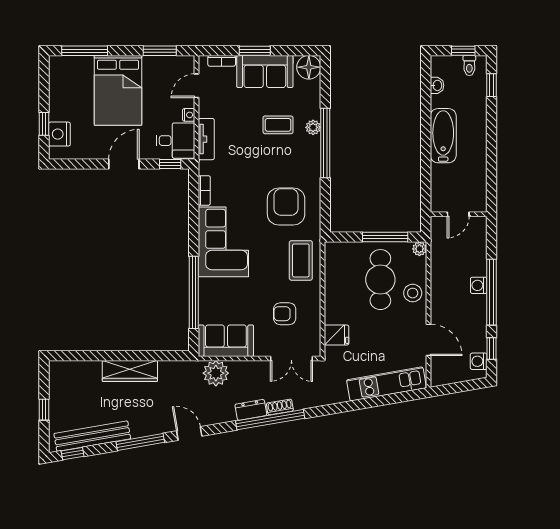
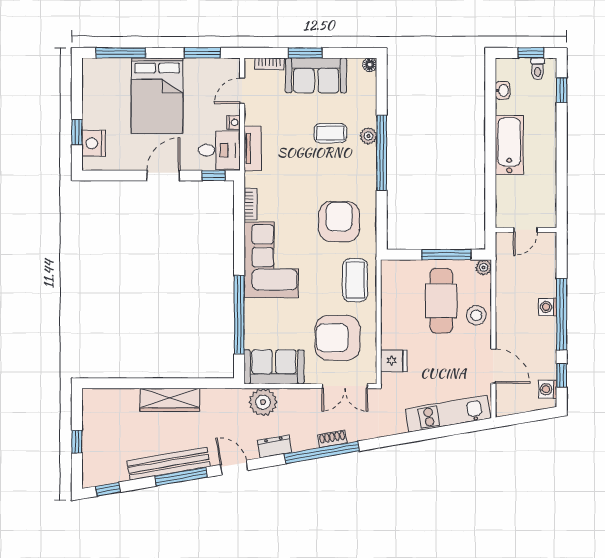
floor lamp: (309, 67) -> (370, 65), width x0.53, depth x0.53
armchair: (285, 314) -> (338, 338), width x1.88, depth x1.88
dresser: (251, 410) -> (275, 446), moved
bench: (92, 436) -> (168, 464), moved

